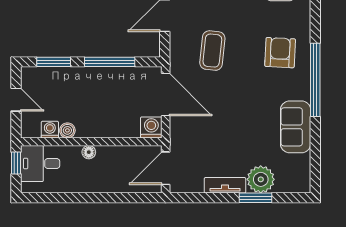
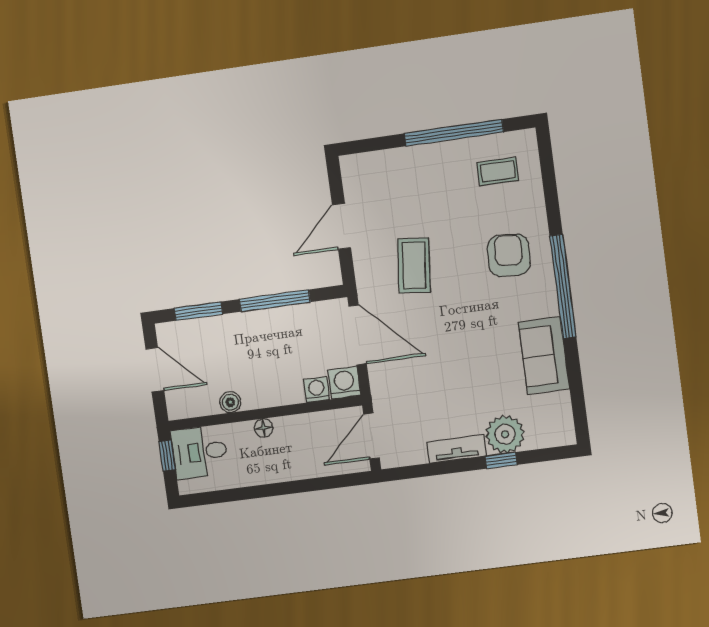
door: (16, 100) -> (155, 370), width x1.38
washing machine: (50, 130) -> (317, 390), moved
window: (255, 198) -> (501, 460), width x0.67

